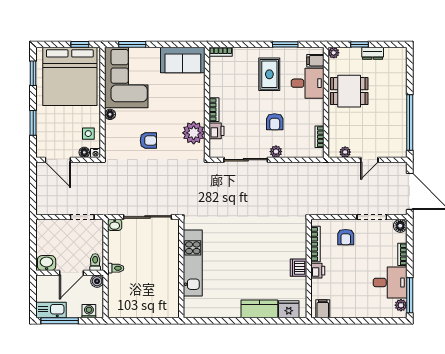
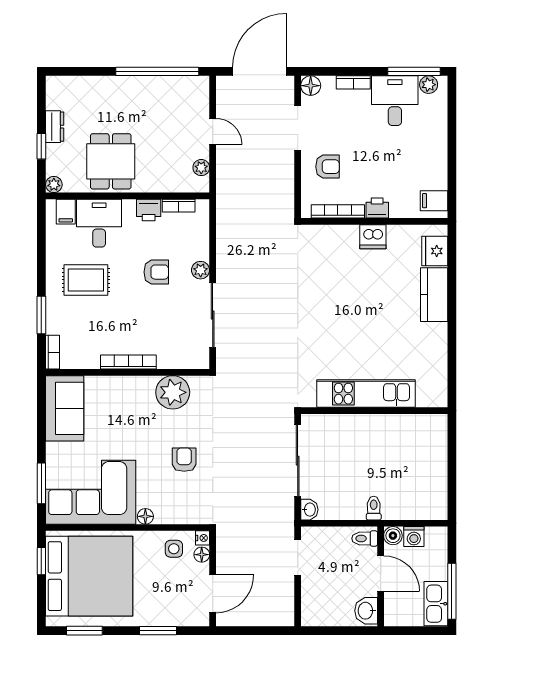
window: (285, 44) -> (41, 315), moved
bookcase: (214, 110) -> (128, 362), width x1.56
printer: (217, 131) -> (149, 210), moved, turned 180
washing machine: (89, 311) -> (414, 537), moved, turned -90

